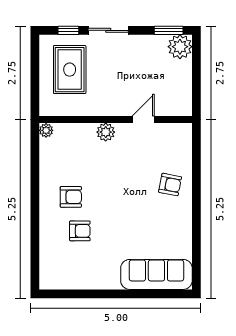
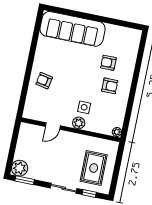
side table: (102, 157) -> (84, 107), added
armchair: (71, 197) -> (110, 86), turned 180
sofa: (156, 274) -> (73, 29), width x1.36, depth x1.27

